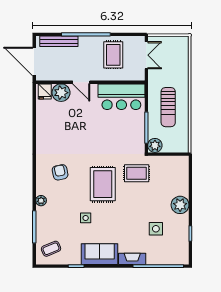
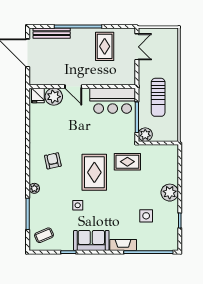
door: (81, 82) -> (73, 87), moved
wall: (90, 82) -> (82, 87), moved
fridge: (45, 91) -> (38, 95), moved
plant: (61, 93) -> (54, 97), moved
bar counter: (121, 97) -> (113, 101), moved

